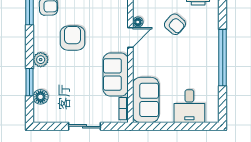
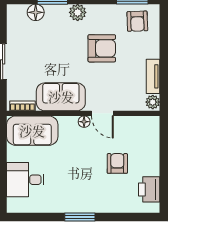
floor lamp: (138, 22) -> (84, 122), moved
armchair: (175, 24) -> (117, 163), turned 139
window: (223, 58) -> (80, 217), width x0.47

